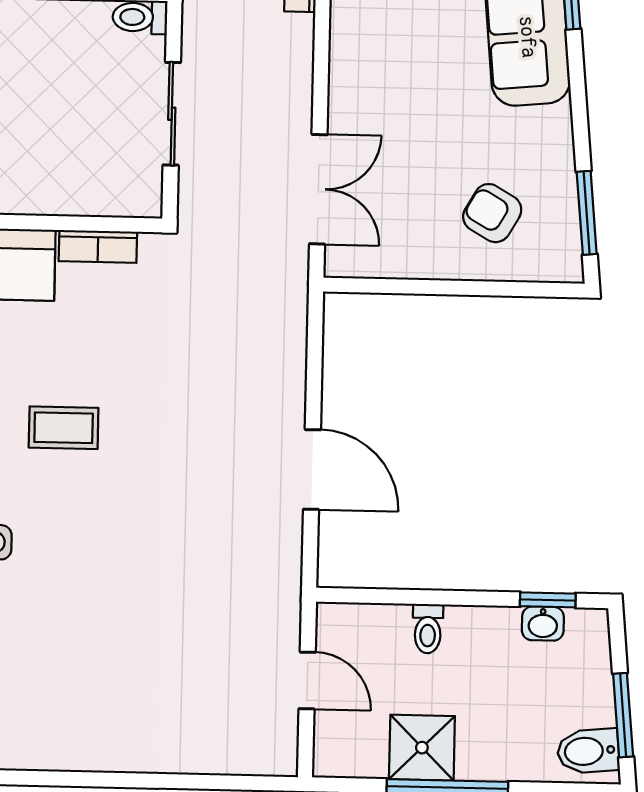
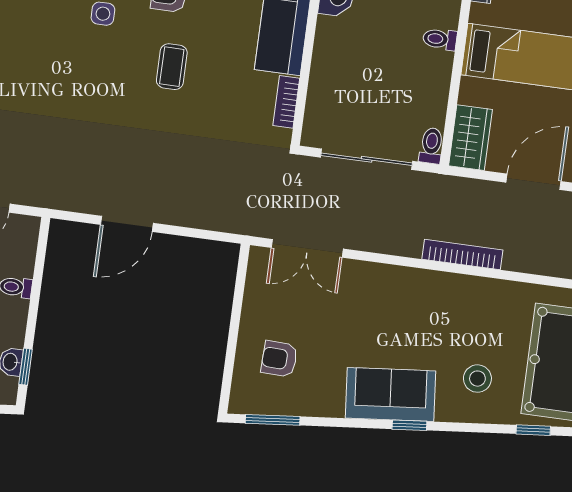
sliding door: (172, 114) -> (367, 159), width x1.37
armchair: (492, 213) -> (279, 359), turned -118

